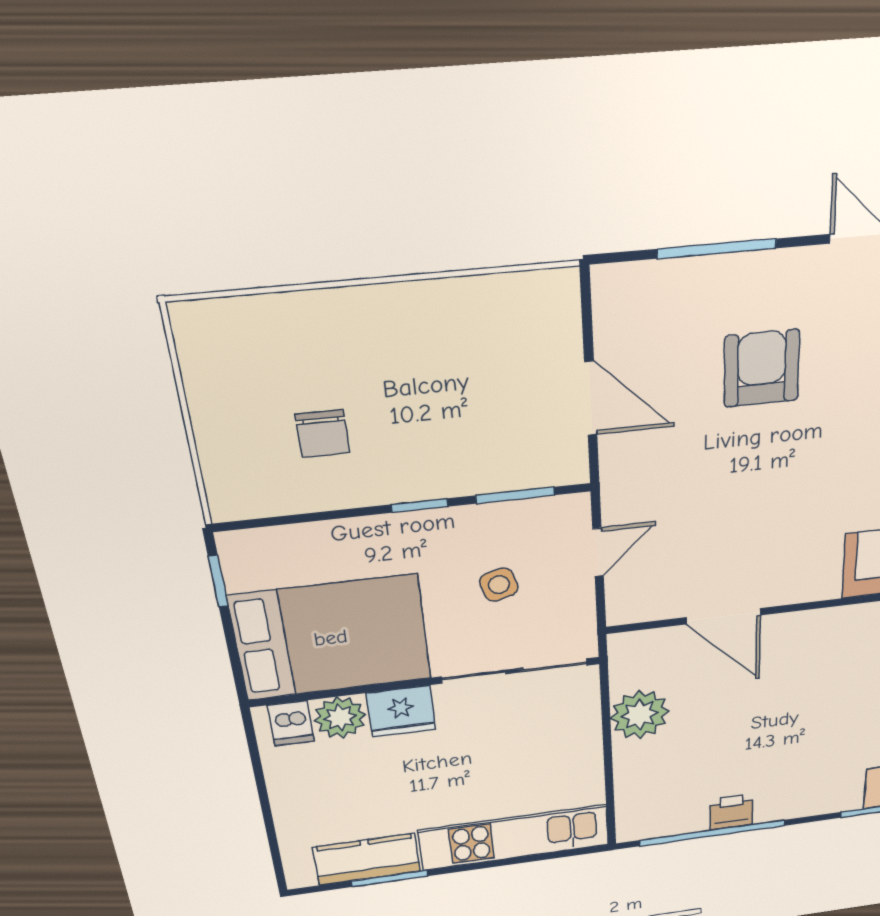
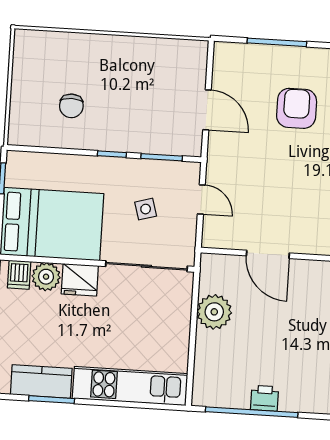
door: (598, 552) -> (201, 199), hinge flipped

